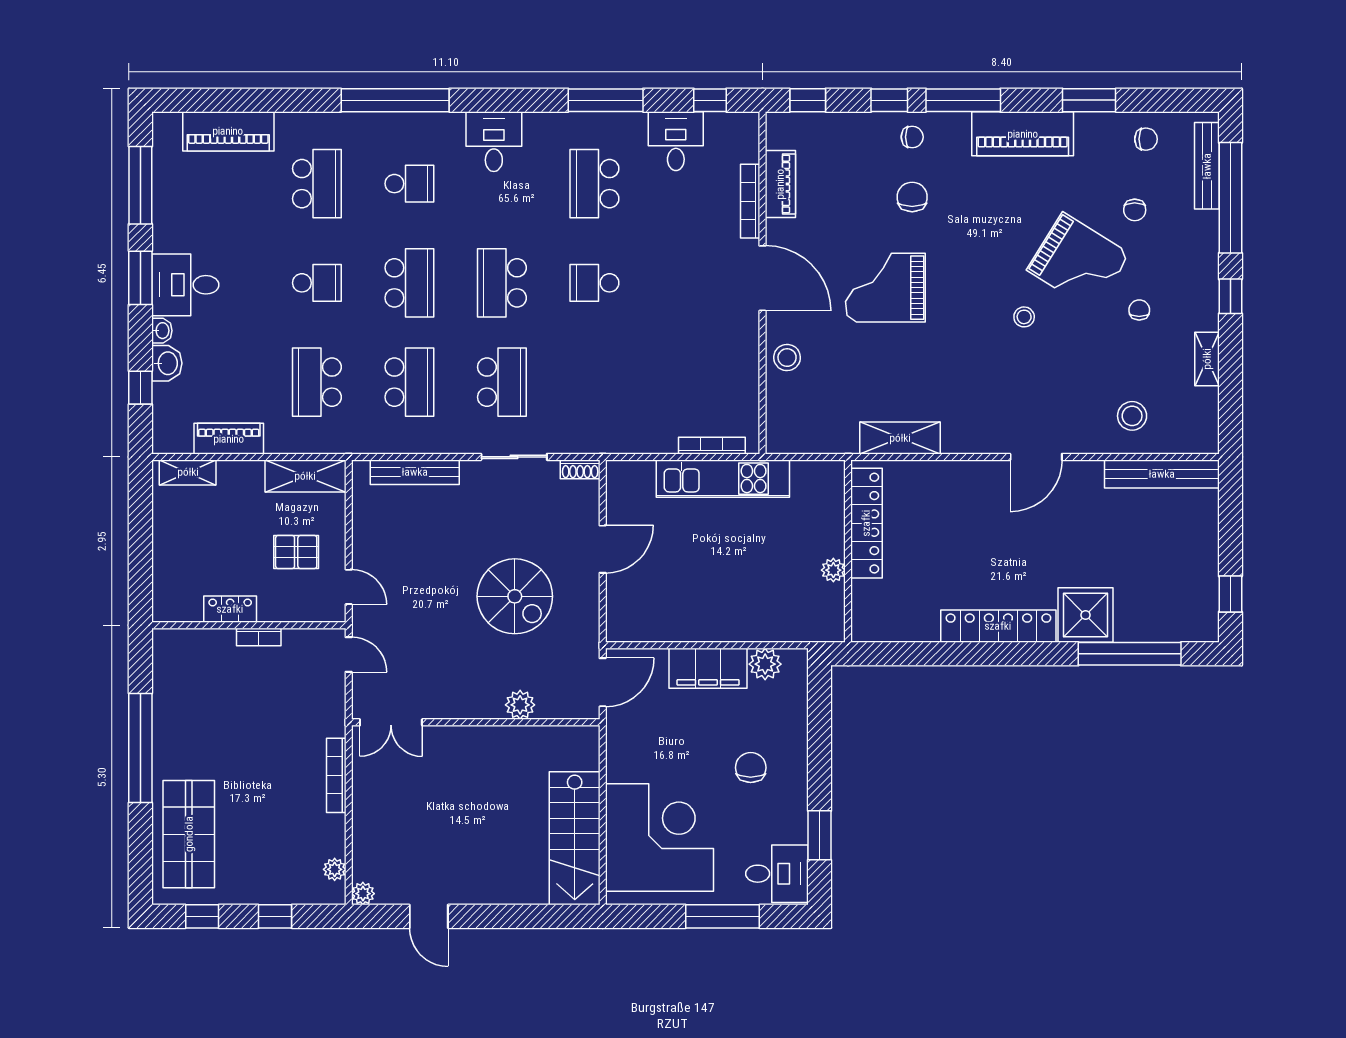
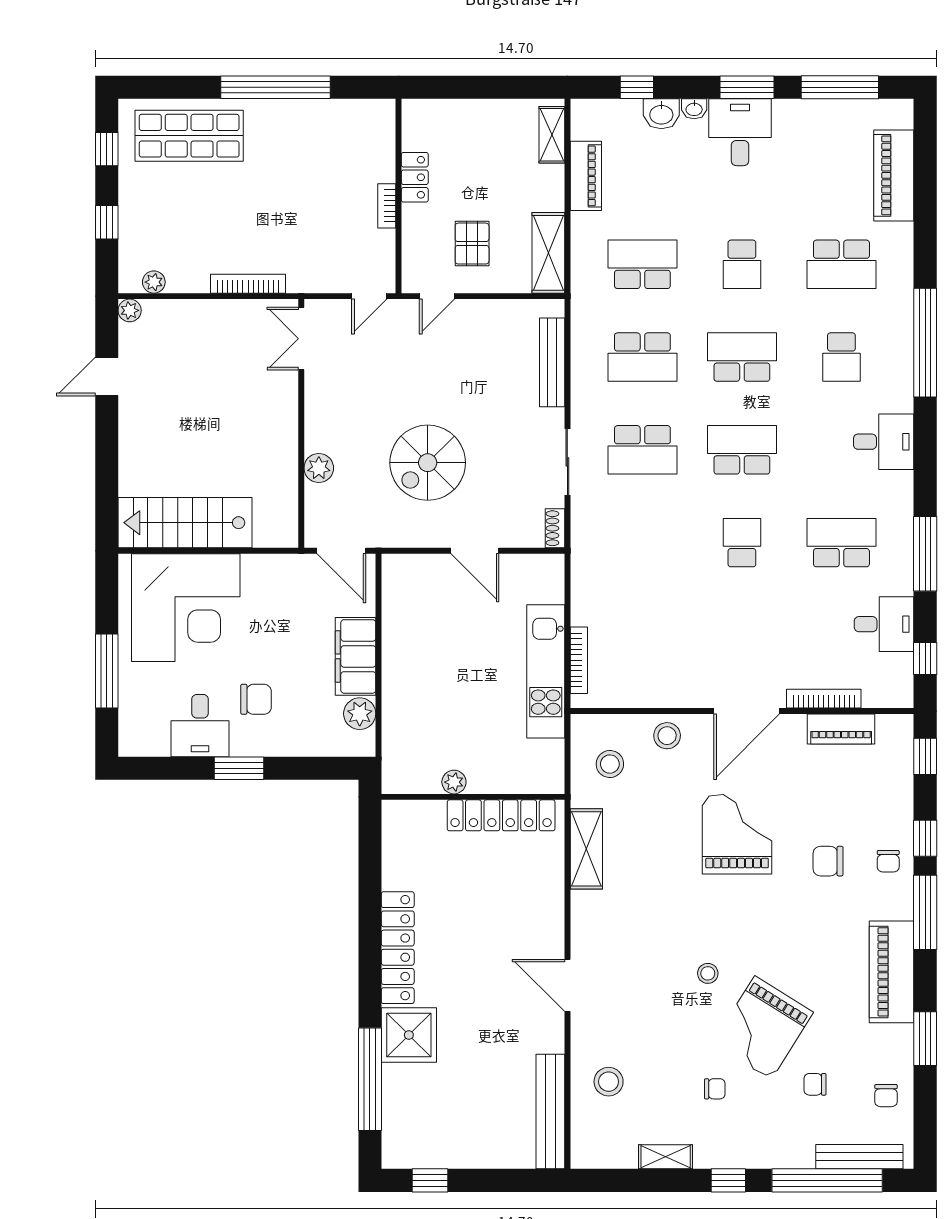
chair: (912, 197) -> (828, 861), turned 180
school desk: (409, 283) -> (742, 357), turned 180
stool: (815, 415) -> (610, 764), added
window: (820, 835) -> (239, 768), moved
desk: (777, 874) -> (200, 726), moved

